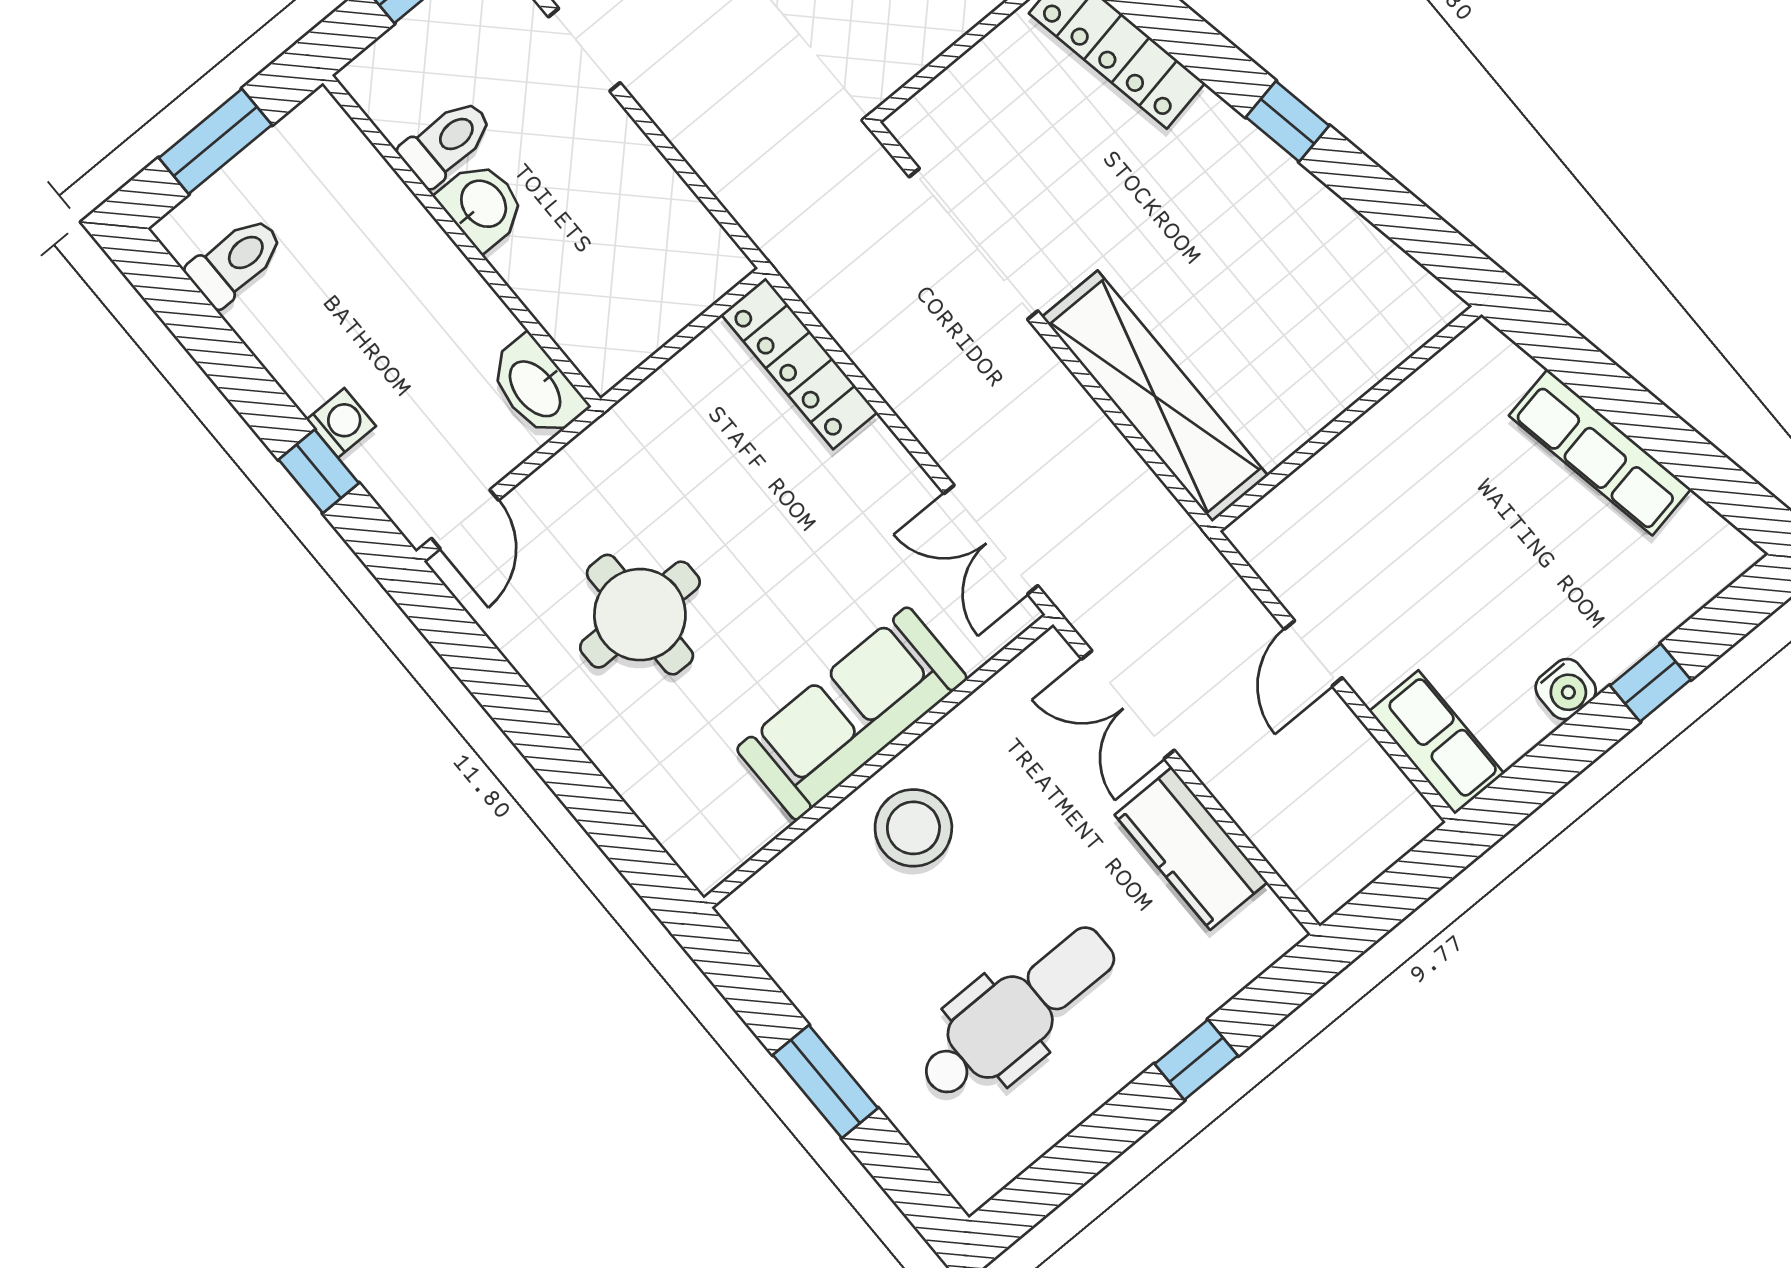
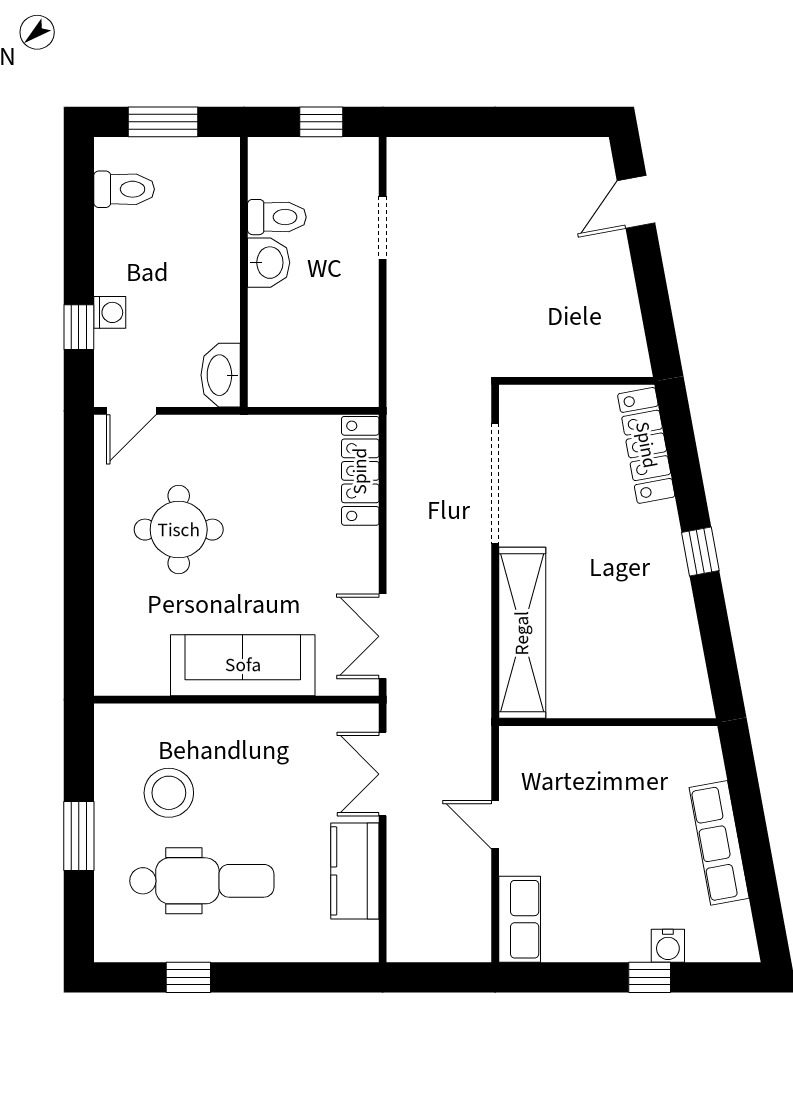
door: (1313, 653) -> (495, 825), hinge flipped
water cooler: (1566, 689) -> (668, 946), moved
stool: (913, 828) -> (169, 793), moved
window: (1196, 1060) -> (188, 977), moved

